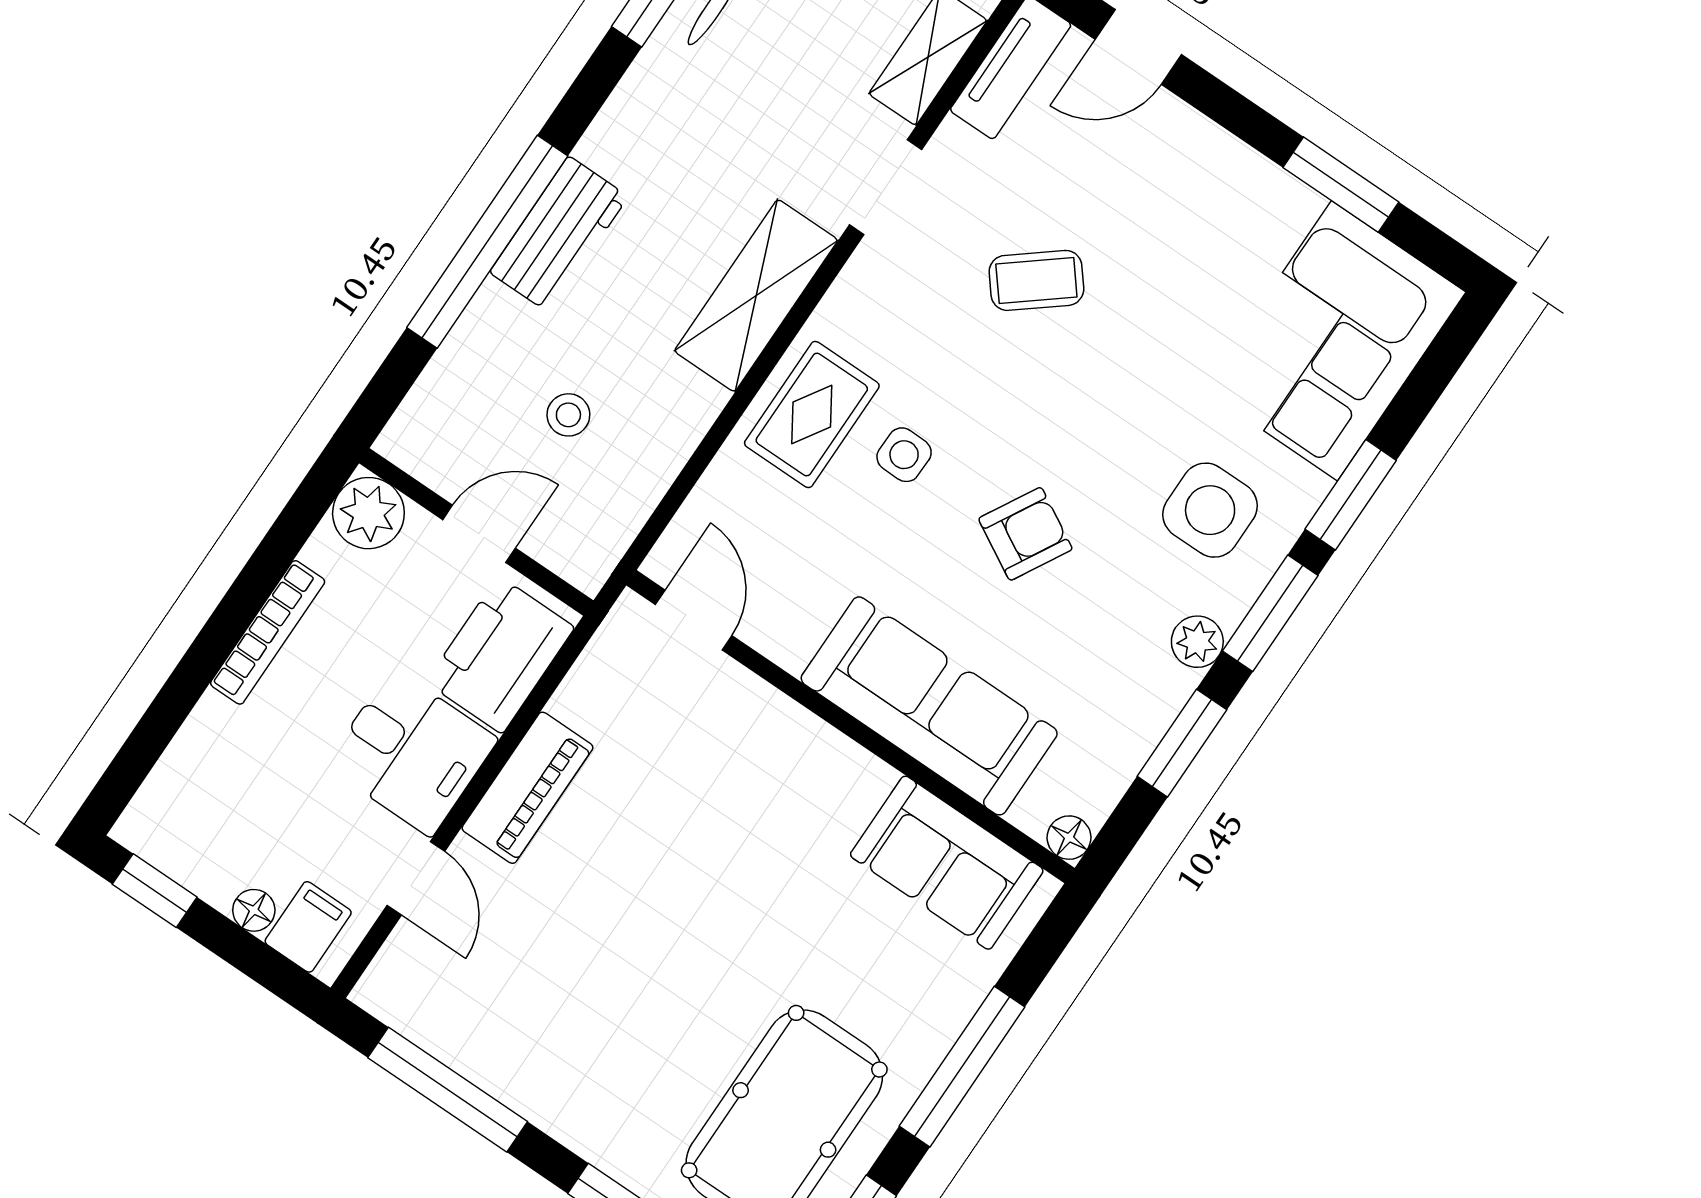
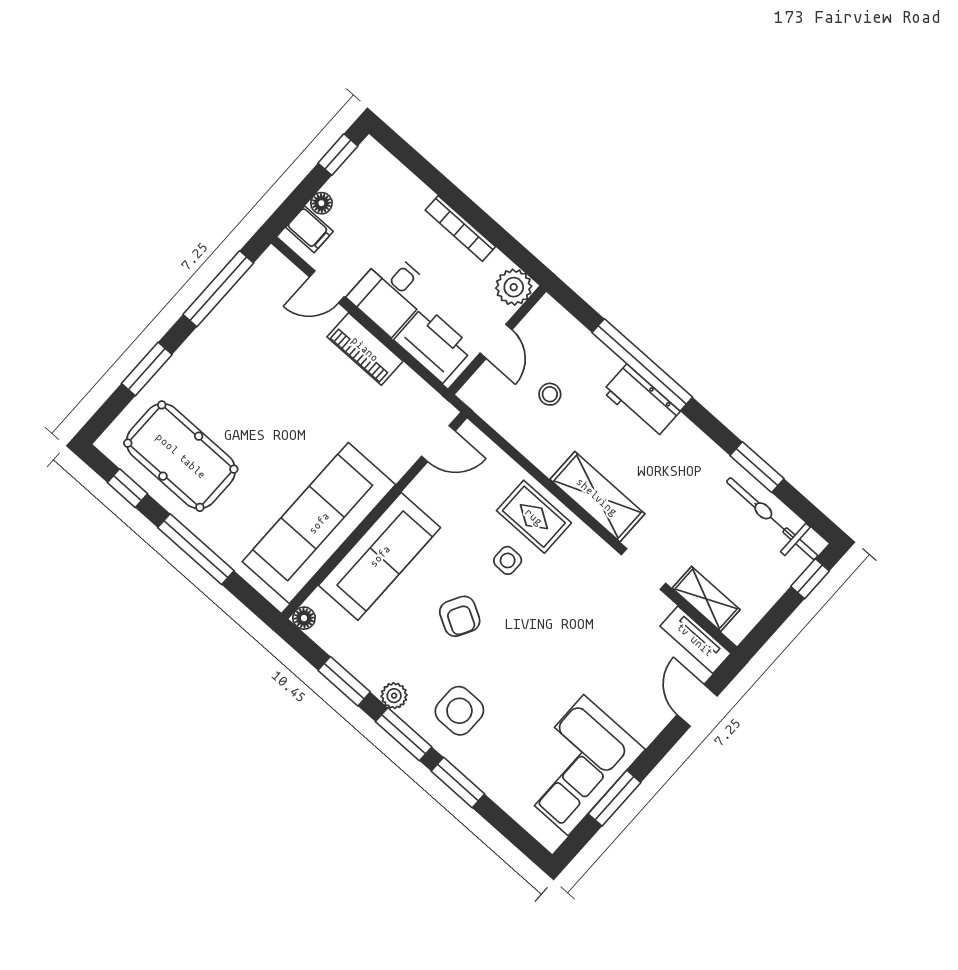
coffee table: (1036, 280) -> (586, 639), removed
corner sofa: (1334, 341) -> (576, 765), moved, turned -90
sofa: (947, 863) -> (319, 523), width x1.85, depth x1.27

